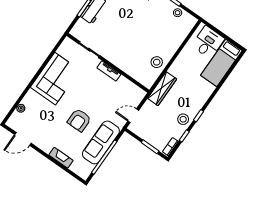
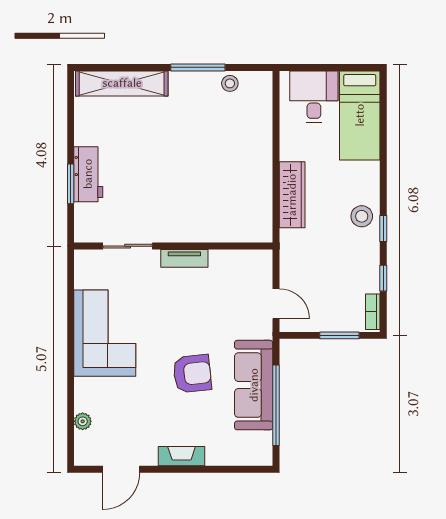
stool: (157, 62) -> (253, 189), removed
wardrobe: (162, 89) -> (292, 195), moved
door: (133, 116) -> (276, 304), swing flipped
stool: (183, 119) -> (362, 216), moved
armchair: (79, 120) -> (192, 374), turned -96
fireplace: (61, 158) -> (182, 456), moved

